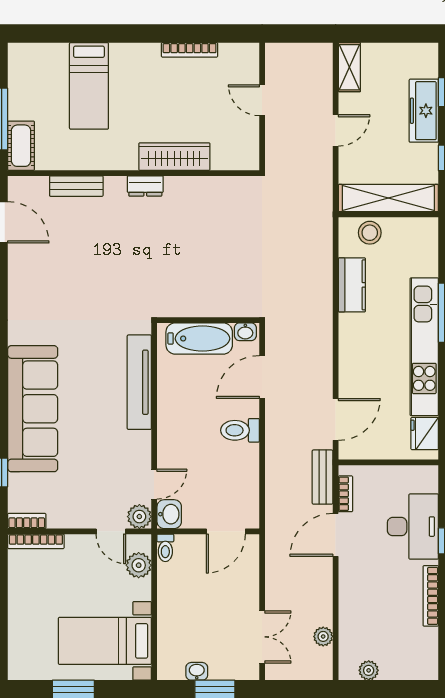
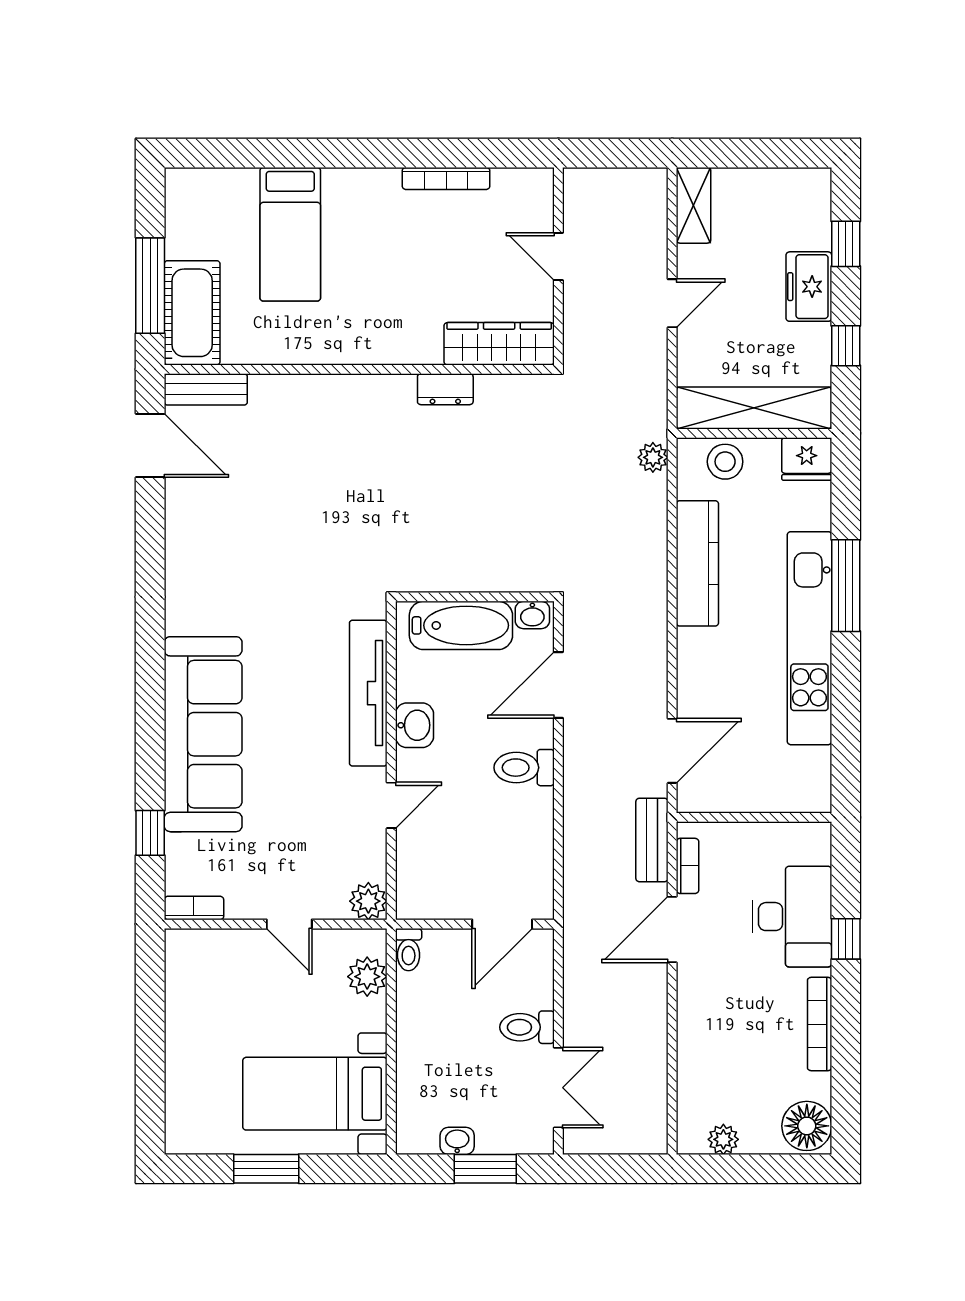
freezer: (424, 111) -> (809, 287), width x0.71
cot: (21, 146) -> (192, 313), width x1.37, depth x1.34
wardrobe: (174, 157) -> (499, 344), moved
bench: (76, 186) -> (206, 389), moved
dresser: (145, 186) -> (445, 389), moved
kitchen counter: (352, 285) -> (697, 563), width x1.50
fridge: (425, 434) -> (807, 459), moved, turned -90
door: (154, 484) -> (391, 805), moved
washbasin: (169, 514) -> (414, 725), moved
door: (111, 531) -> (289, 924), moved
bookcase: (36, 541) -> (208, 940), removed
toilet: (242, 598) -> (527, 1027), added
plant: (323, 636) -> (653, 457), moved
floor lamp: (422, 662) -> (807, 1126), added

